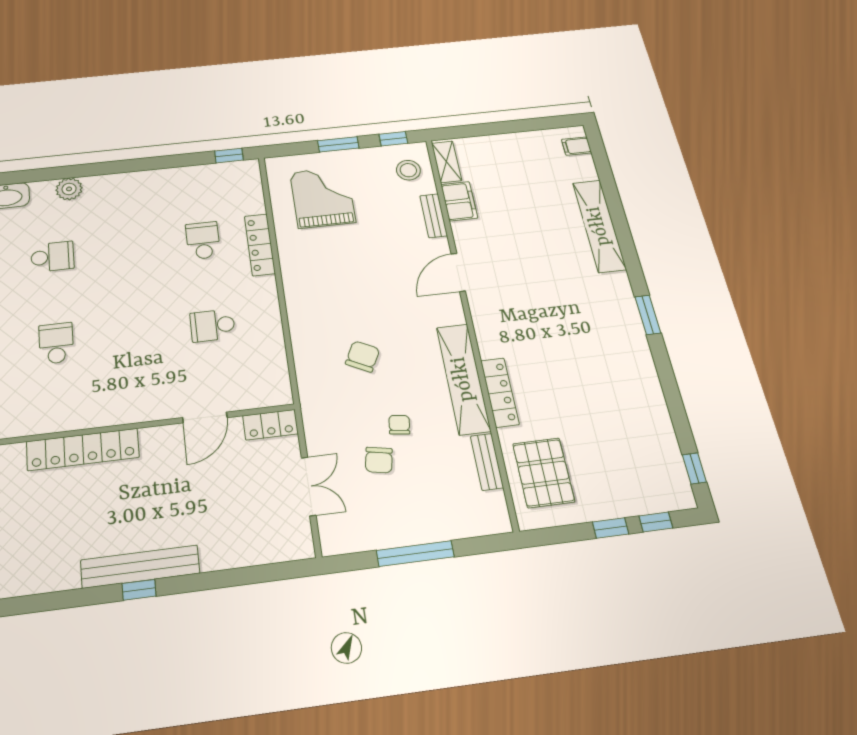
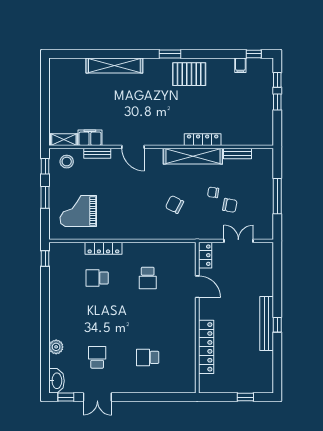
filing cabinet: (577, 146) -> (240, 65), moved
pallet: (544, 473) -> (189, 74), moved

